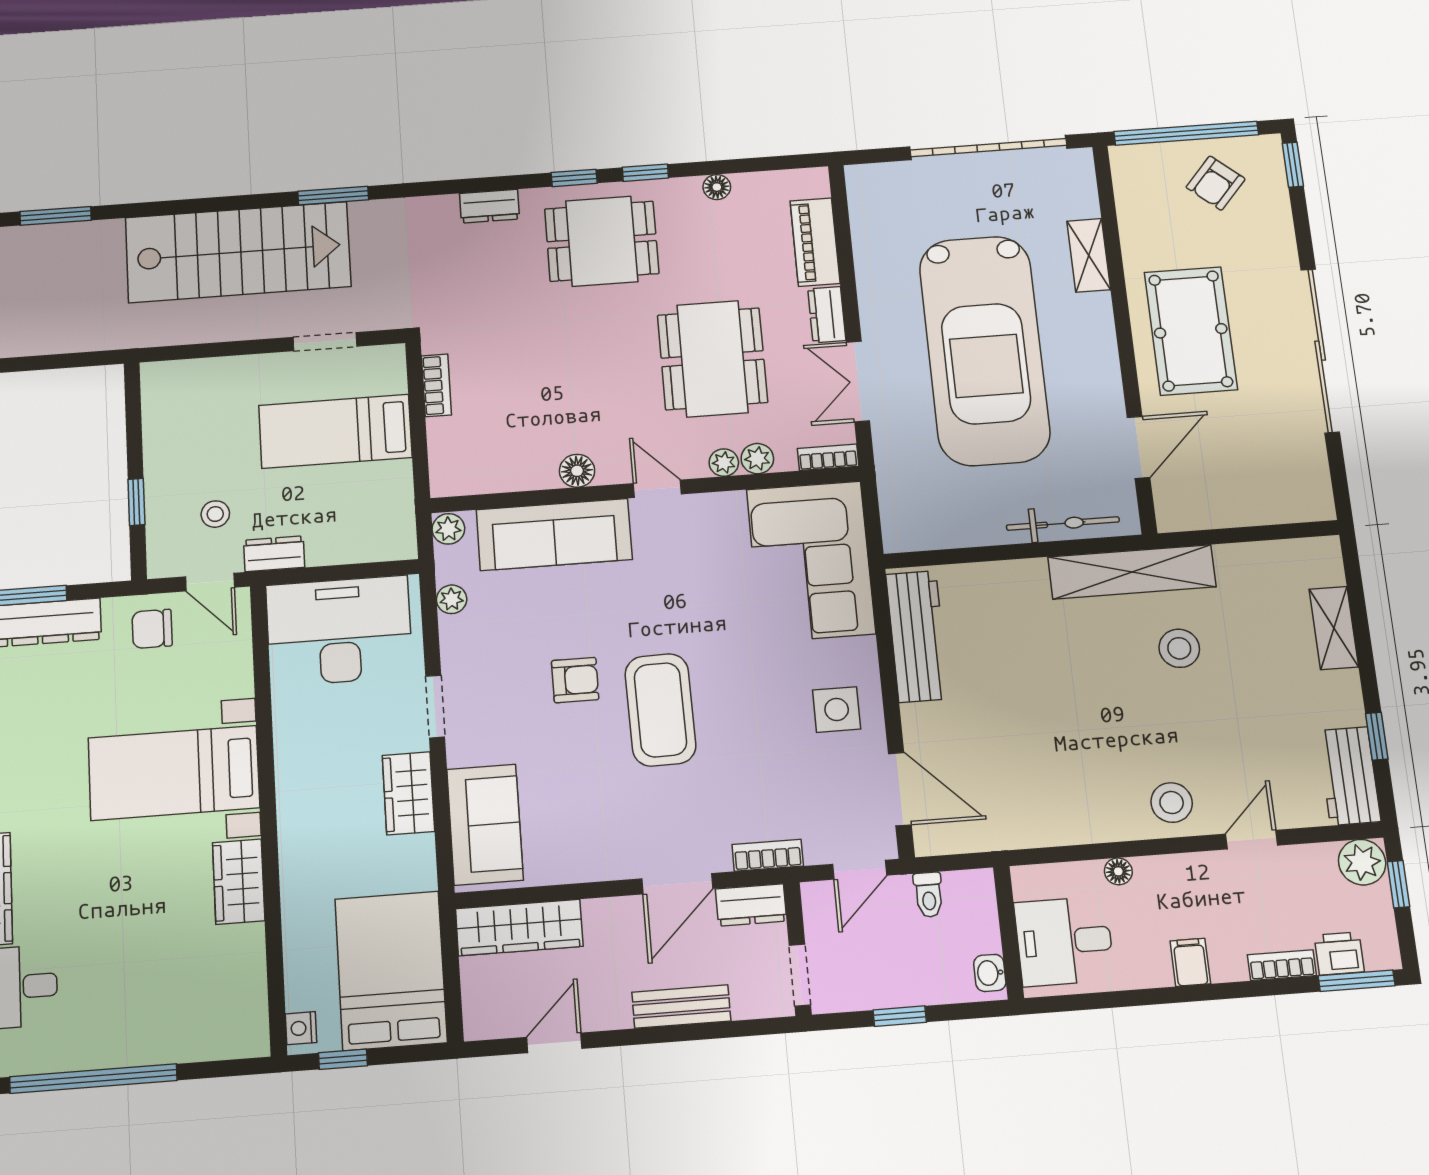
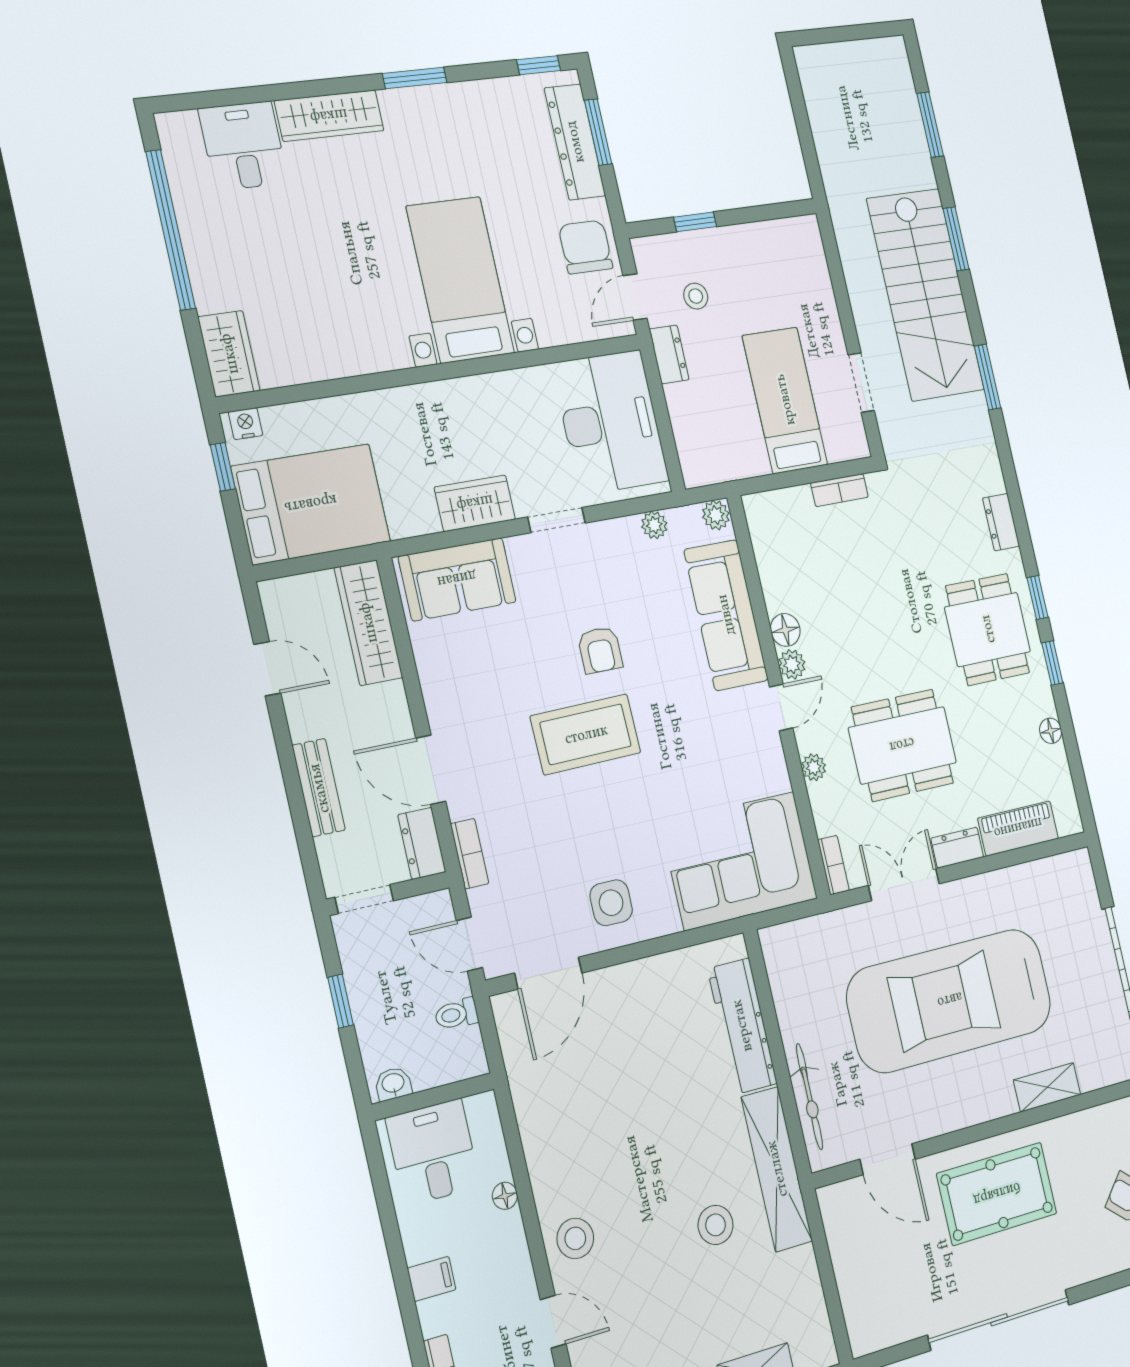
window: (181, 207) -> (956, 239), added
plant: (757, 459) -> (792, 664), moved
chair: (152, 629) -> (586, 247), width x1.37, depth x1.37
workbench: (917, 636) -> (742, 1026), moved, turned 90
wardrobe: (239, 882) -> (229, 354), moved, turned 90

